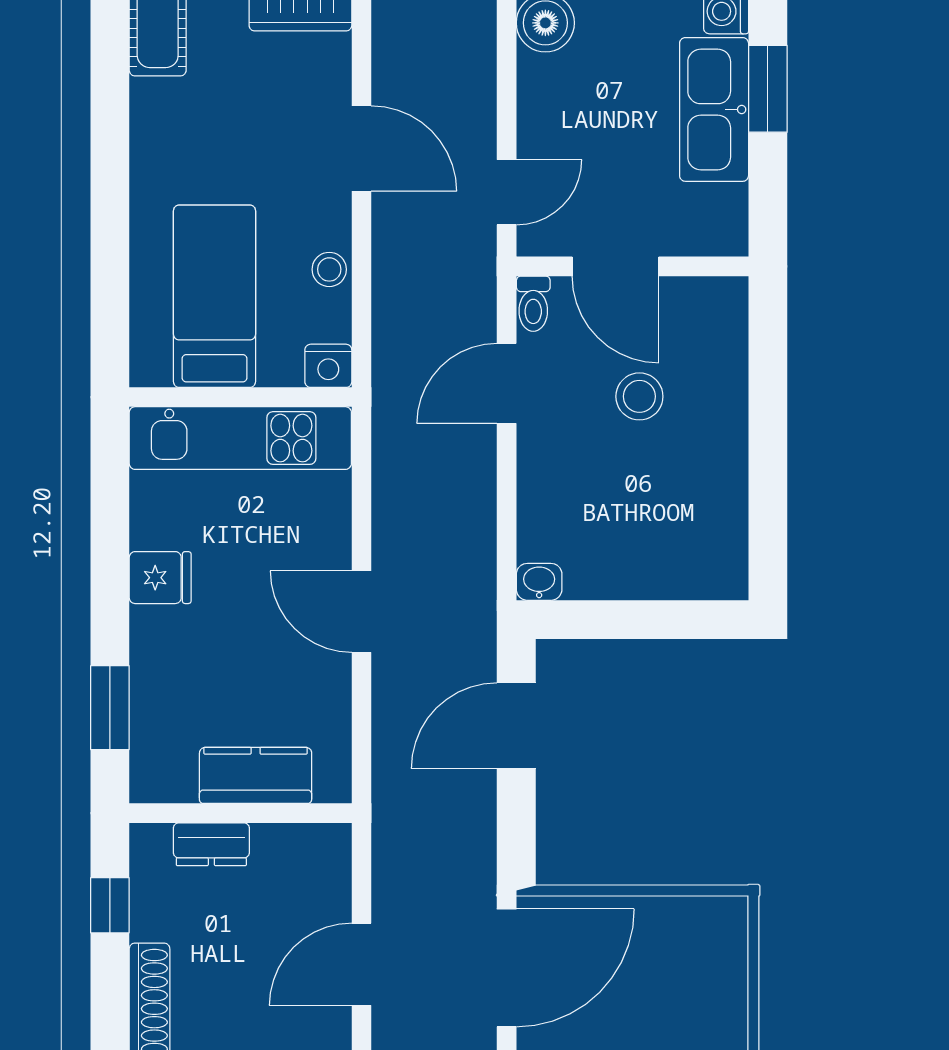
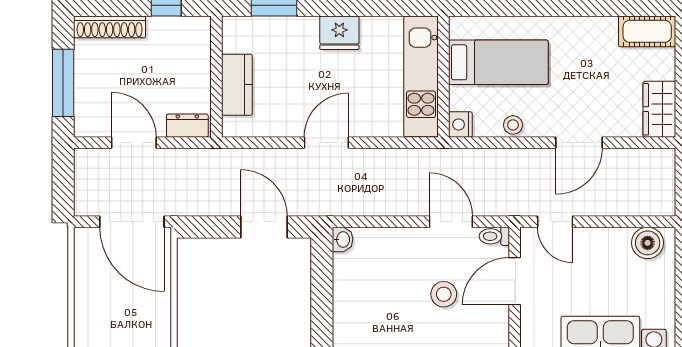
fridge: (160, 578) -> (339, 33), width x1.38
dresser: (211, 844) -> (187, 126), moved, turned 90

